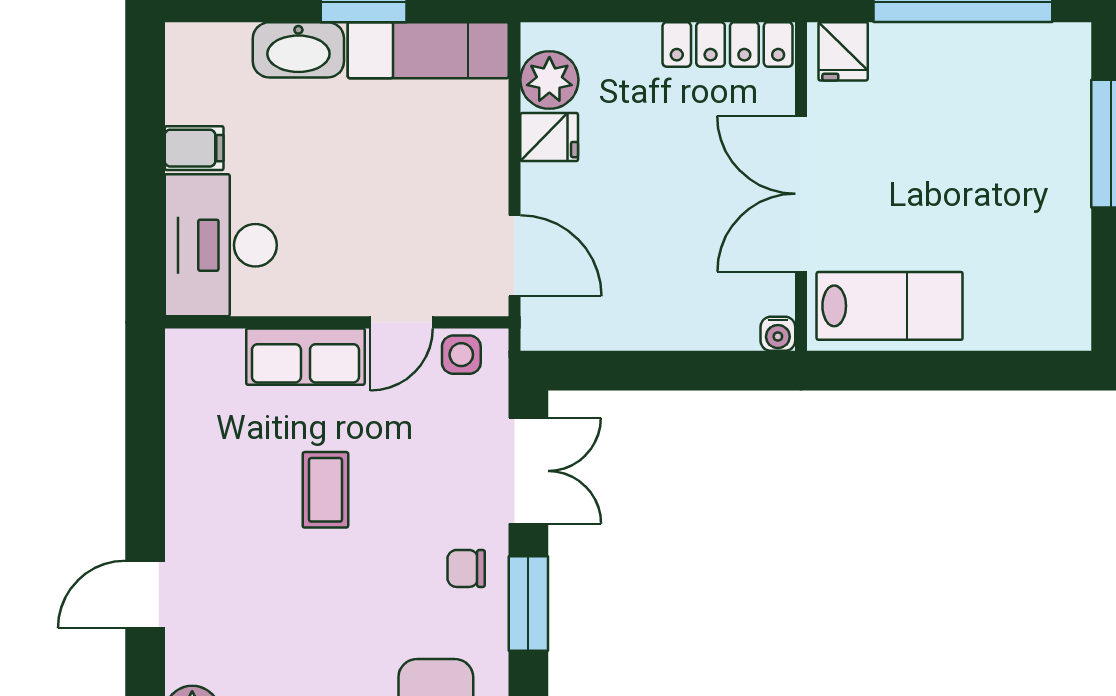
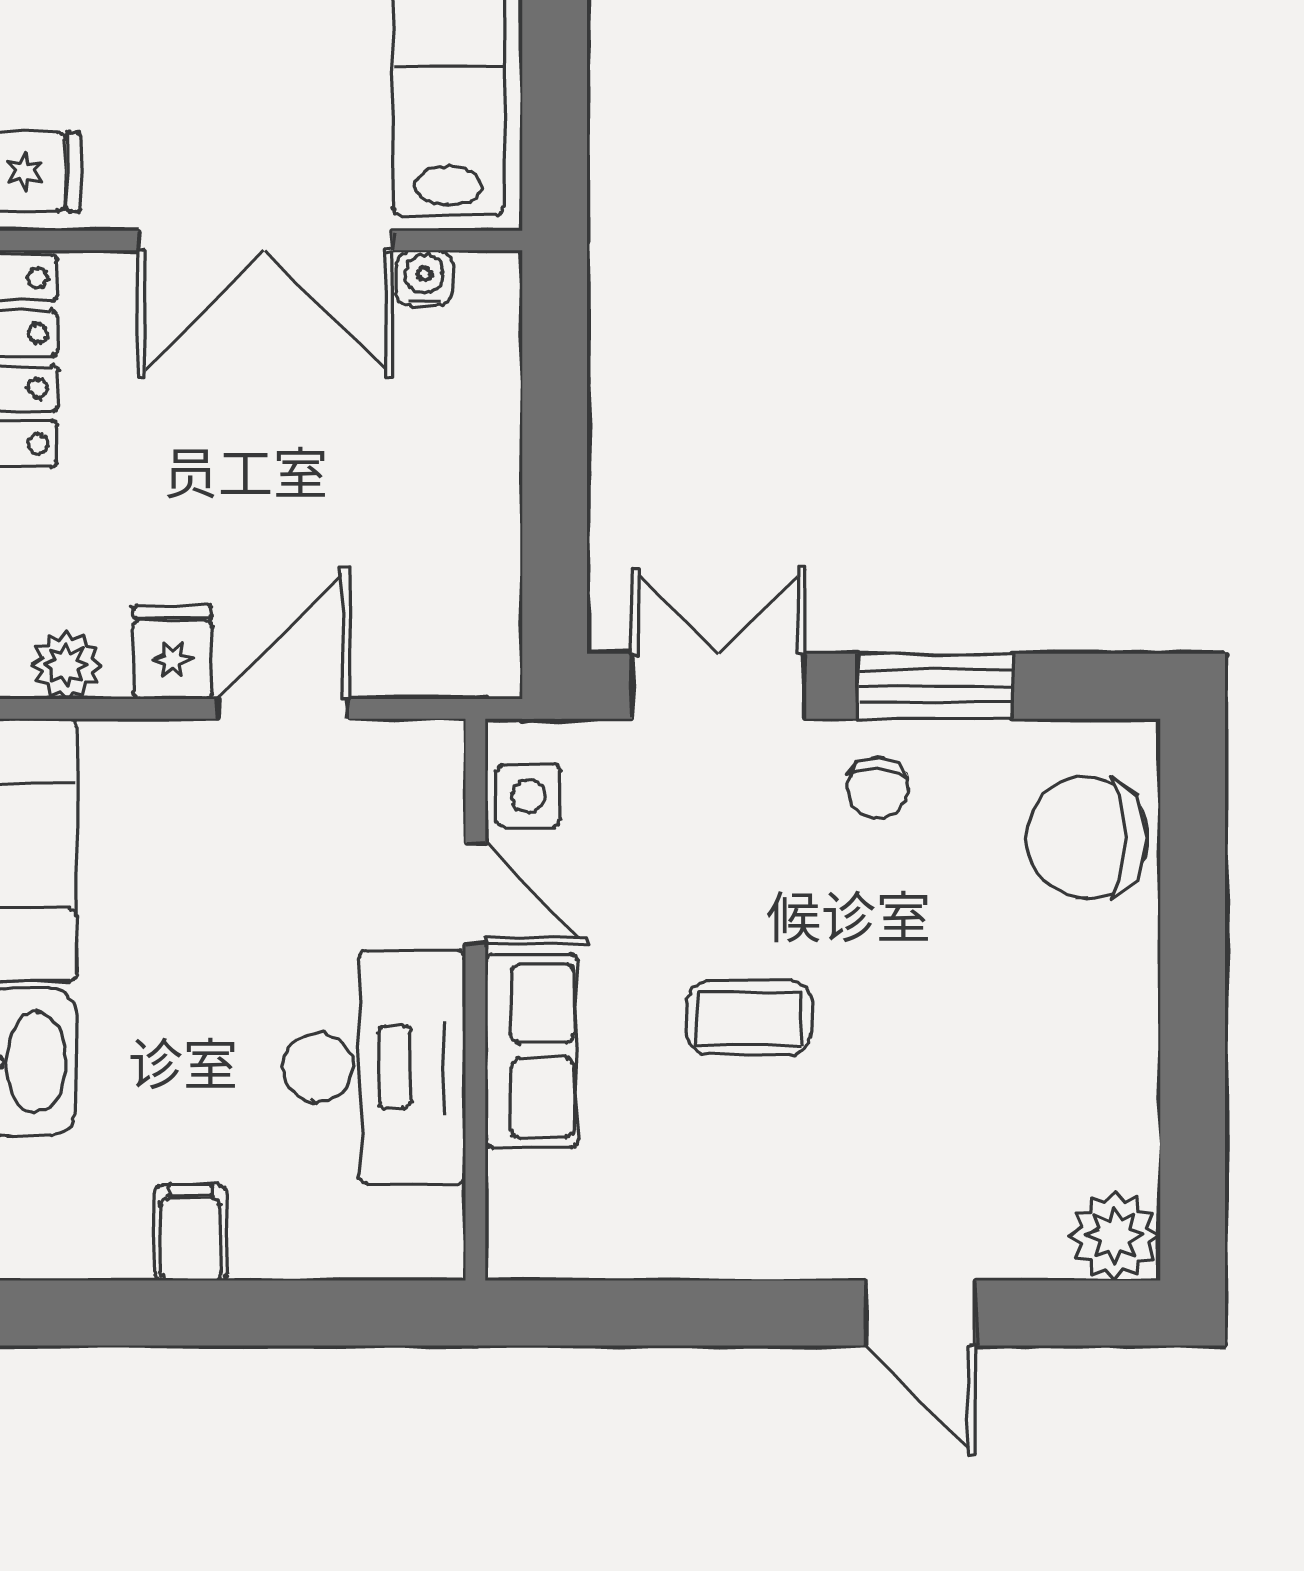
plant: (549, 80) -> (66, 665), width x0.73, depth x0.73
desk: (221, 245) -> (374, 1067), moved, turned -90
door: (514, 256) -> (283, 709), moved
water cooler: (778, 334) -> (424, 278), moved, turned -90

